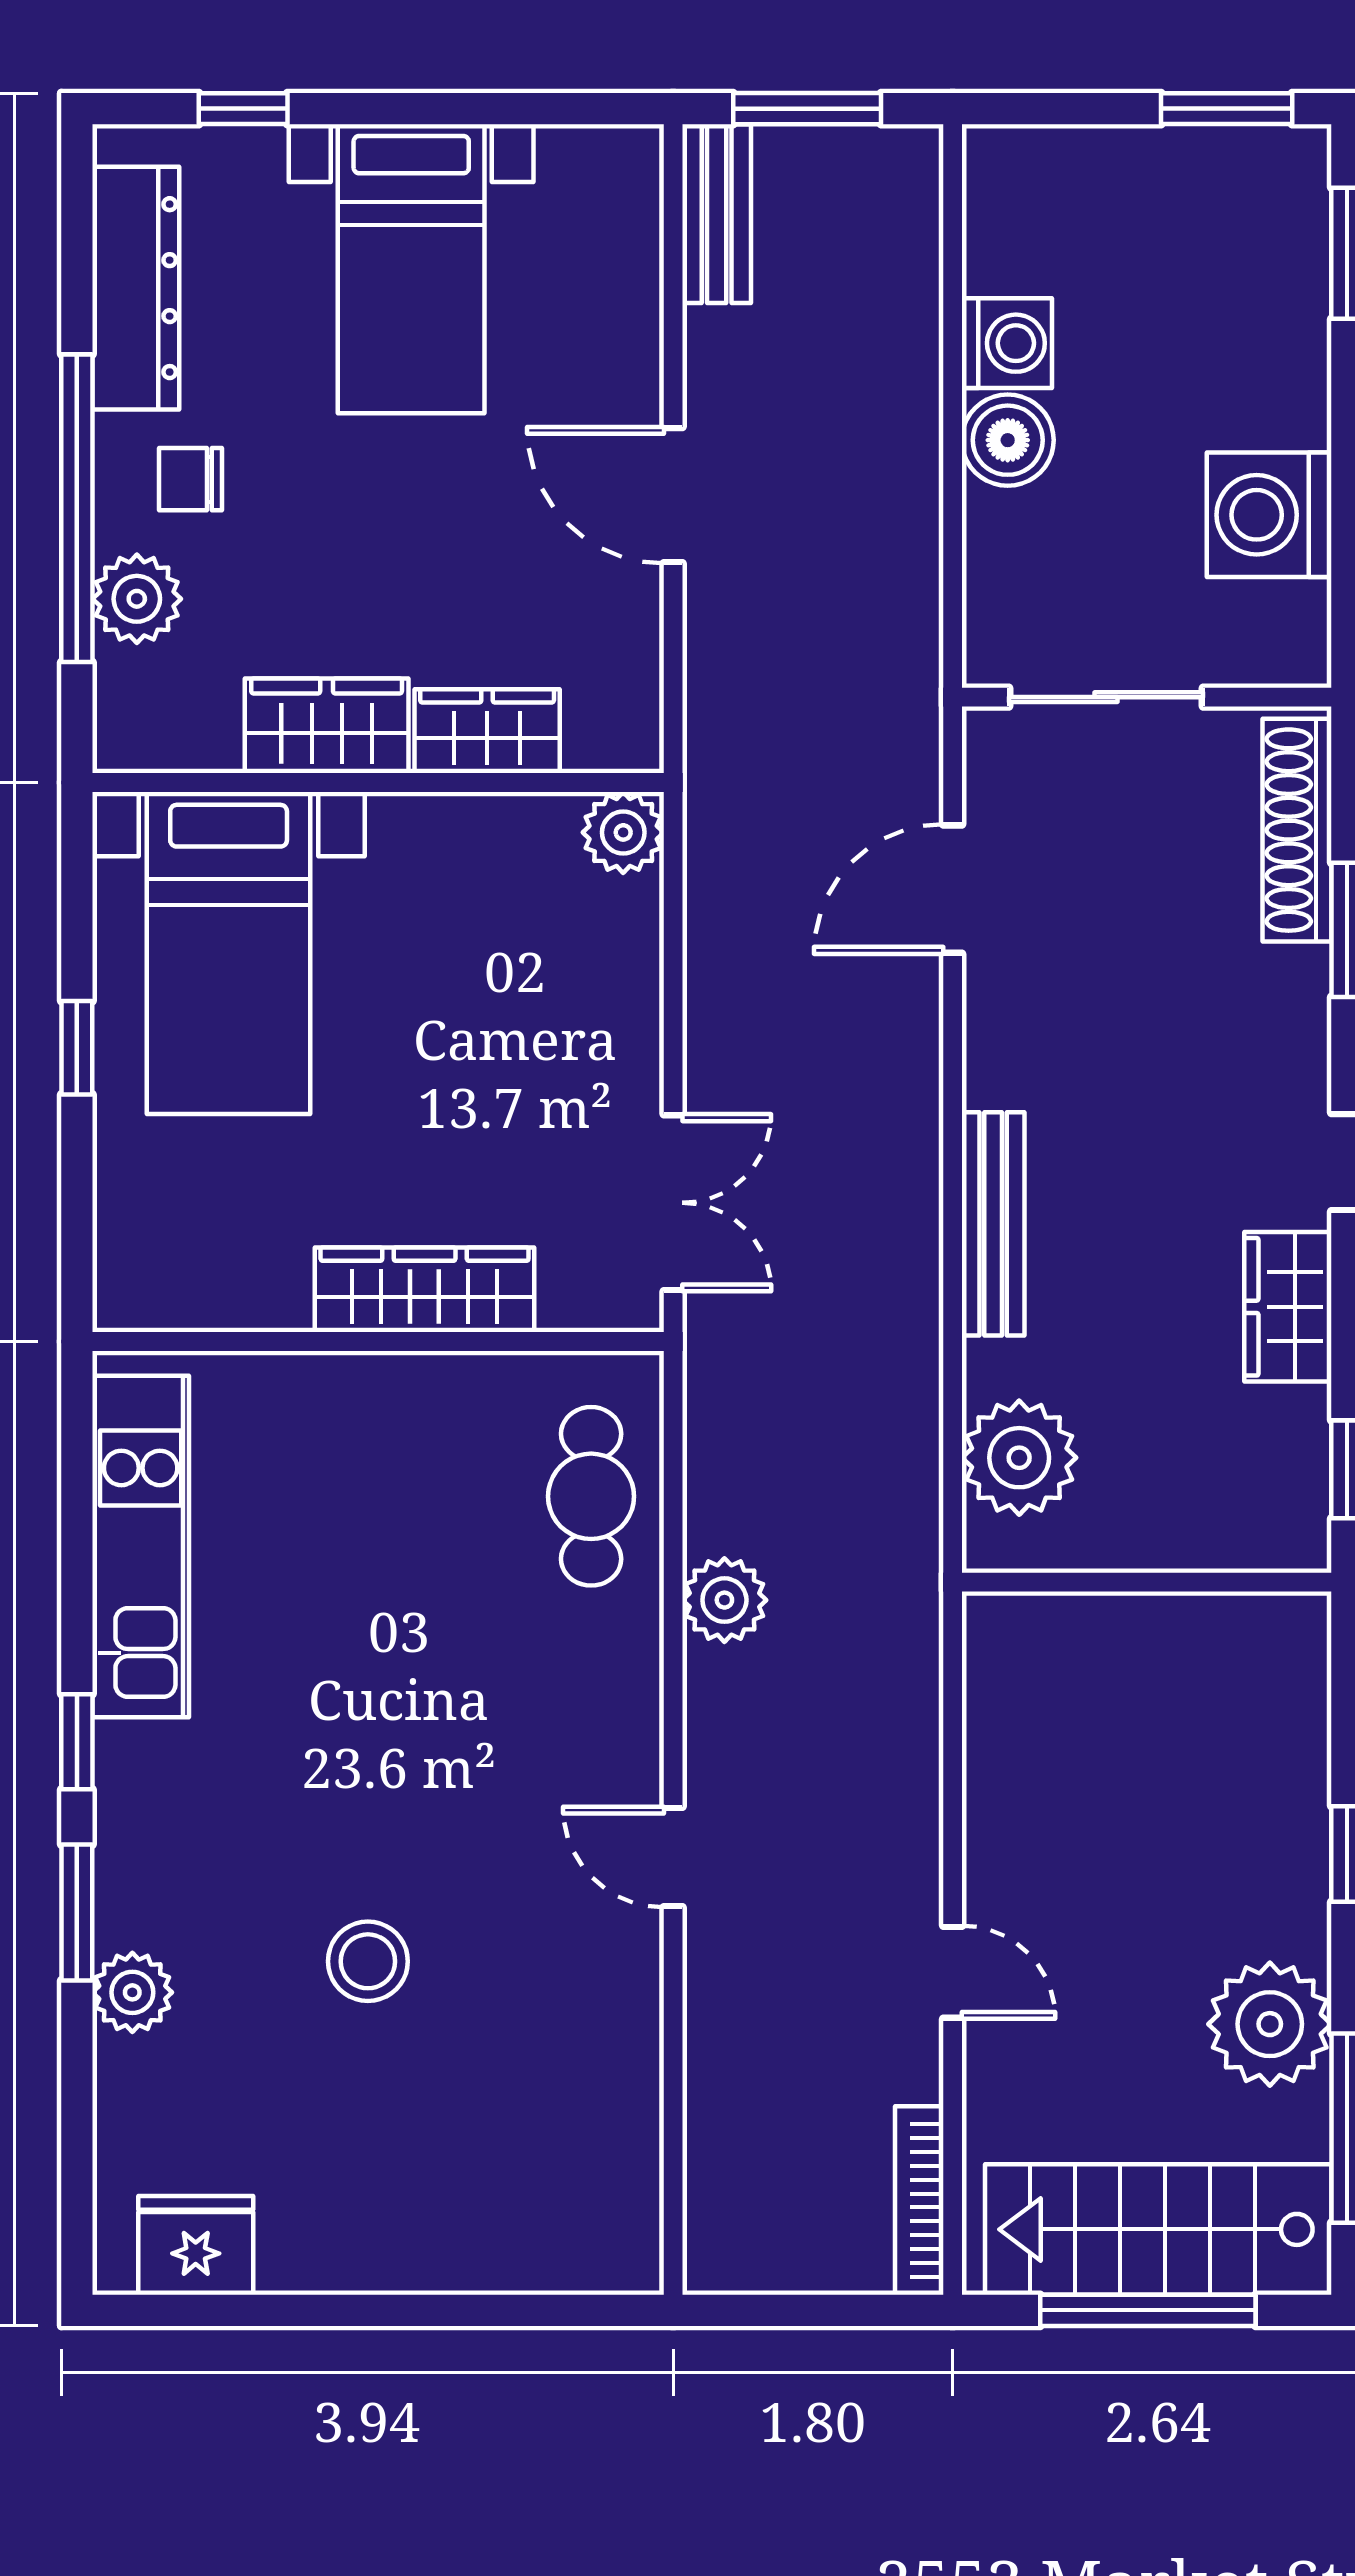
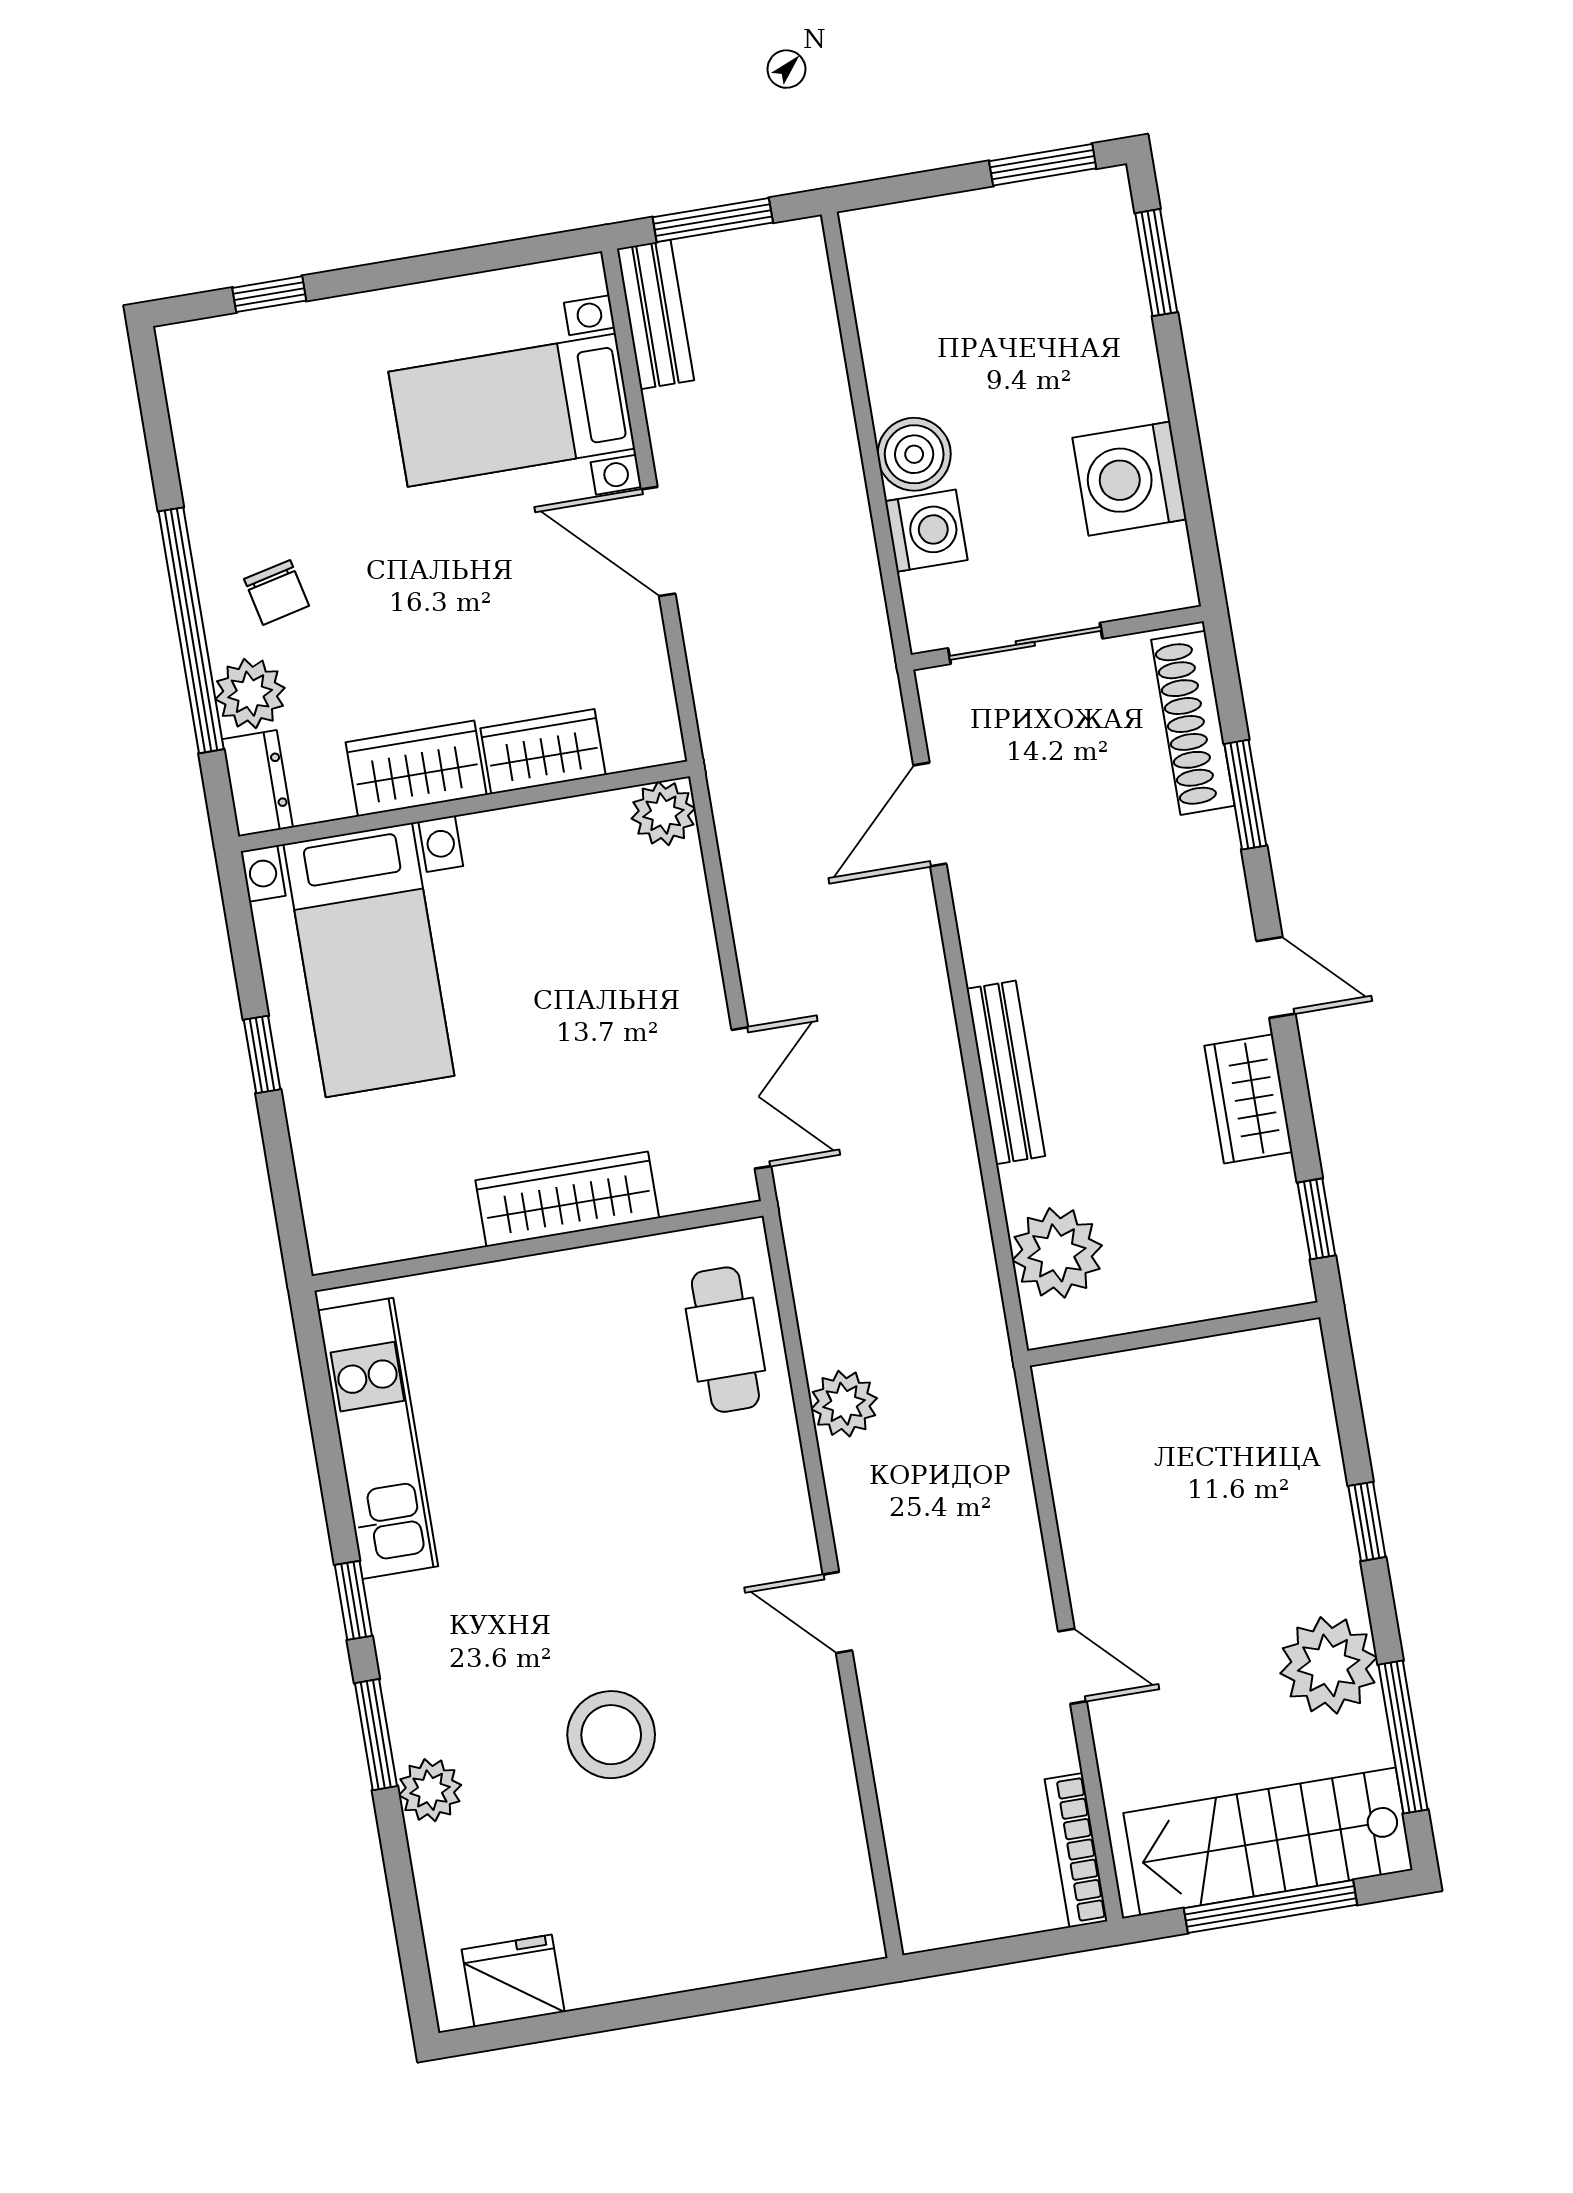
bed with nightstands: (411, 269) -> (512, 410), moved, turned 90
dresser: (136, 288) -> (257, 783), moved, width x0.51, depth x0.80
washing machine: (1007, 343) -> (926, 531), moved
chair: (191, 479) -> (277, 592), turned -103
stool: (368, 1961) -> (611, 1735), width x1.38, depth x1.38

